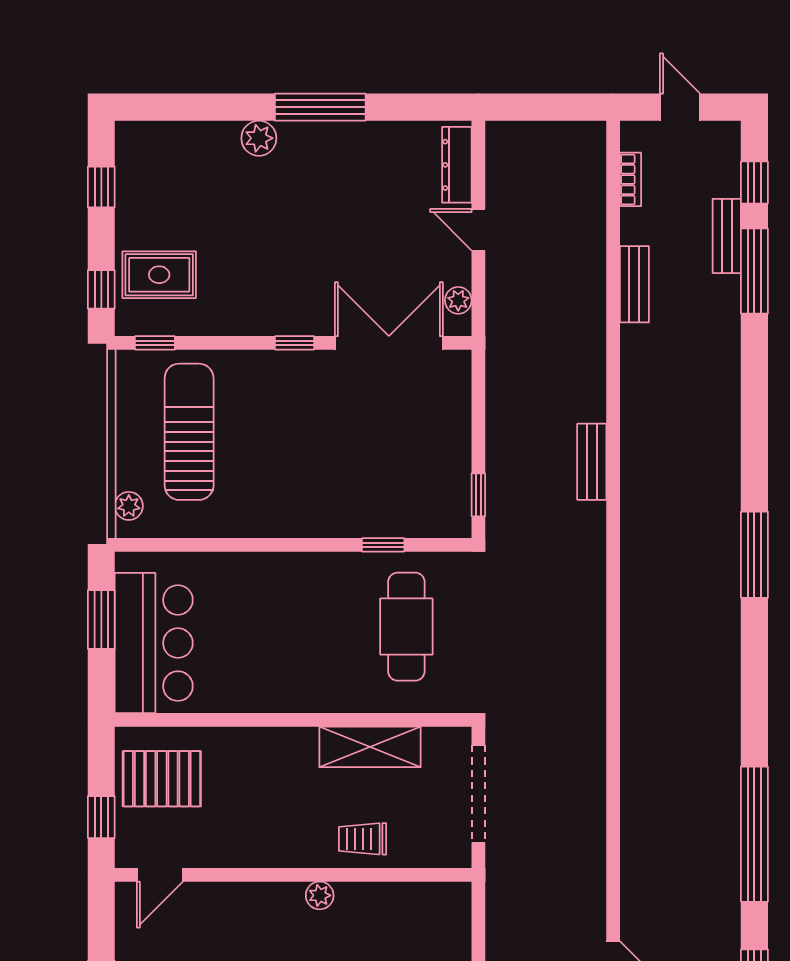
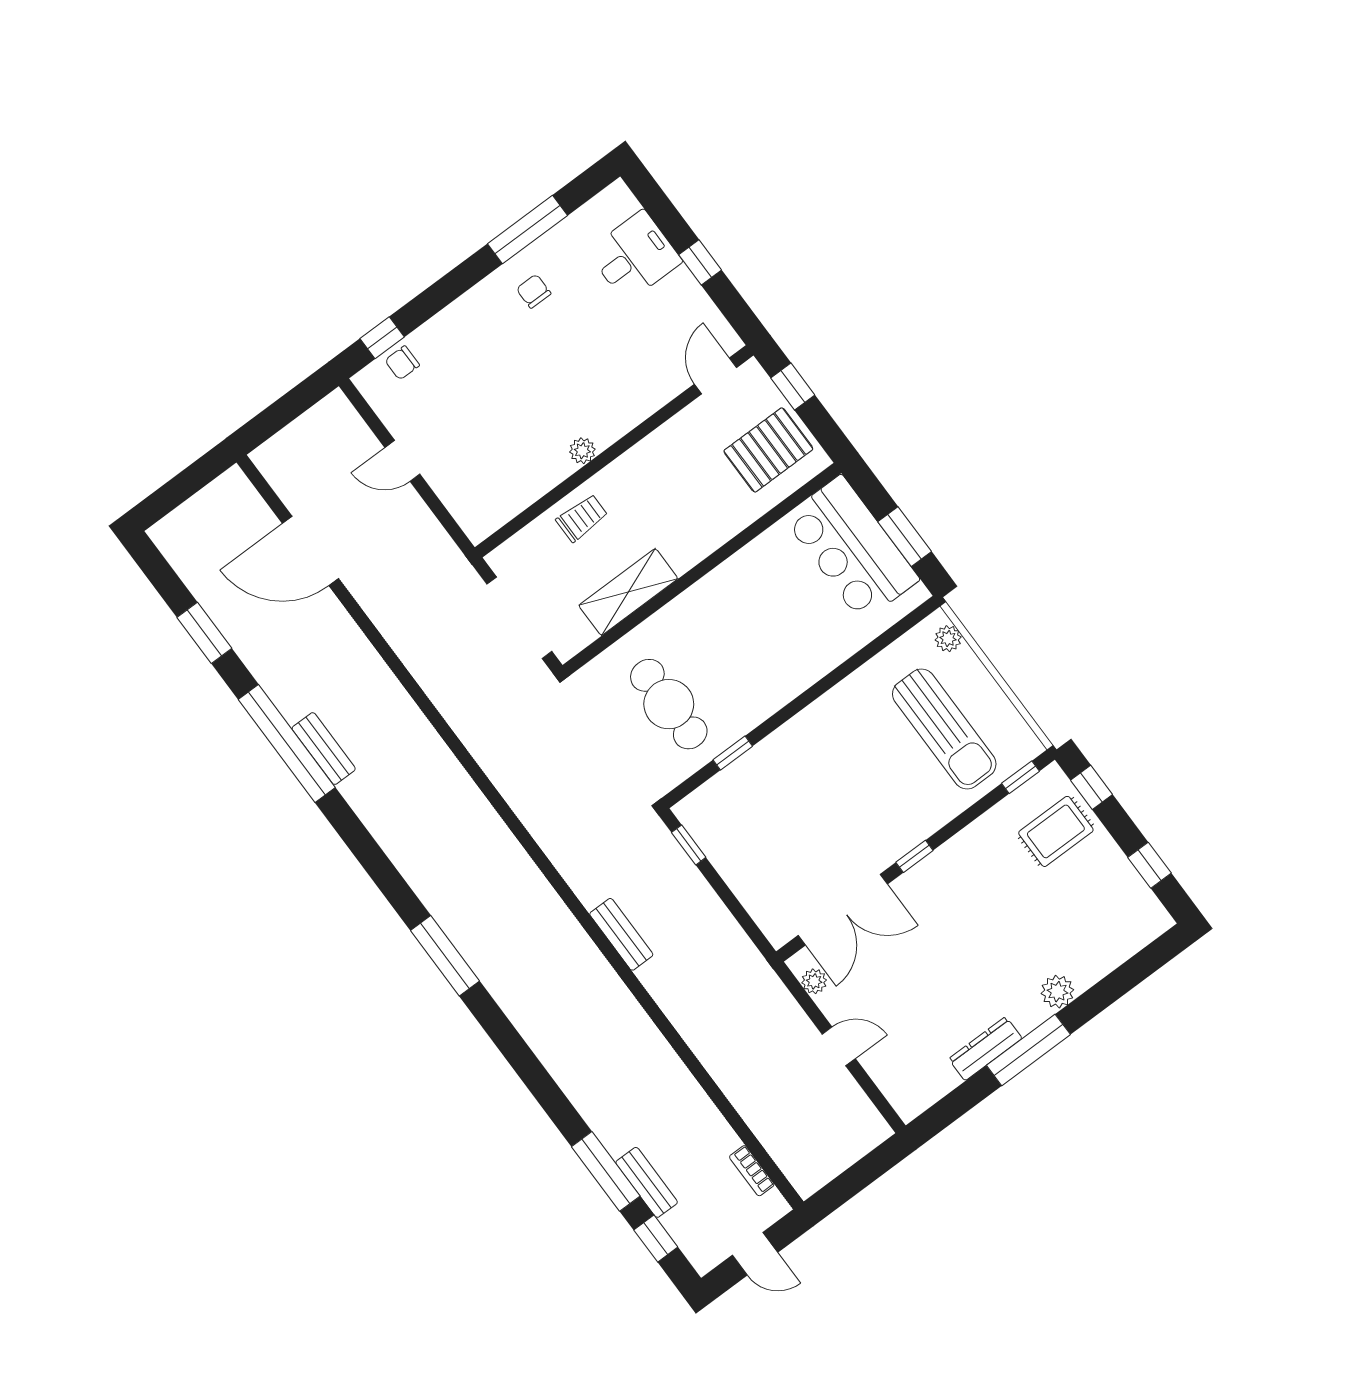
dresser: (457, 165) -> (985, 1049), moved, turned -90
bench: (634, 284) -> (324, 749), moved

